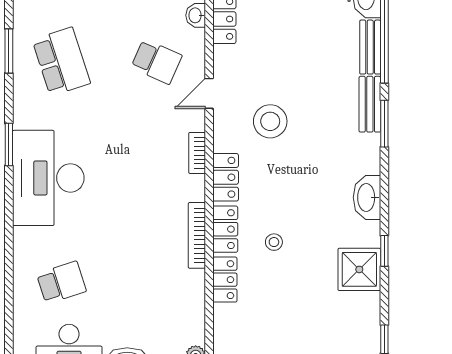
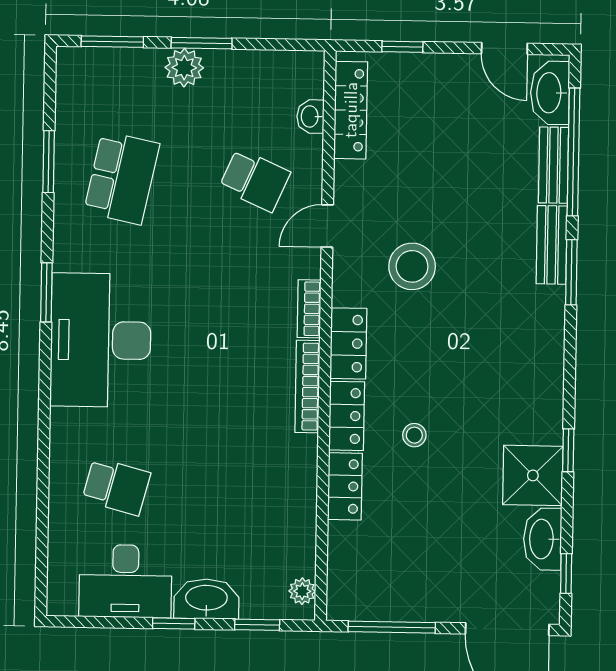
school desk: (61, 62) -> (122, 178), turned 30
washbasin: (367, 197) -> (543, 539), moved
bookcase: (197, 235) -> (307, 387), moved
school desk: (61, 282) -> (116, 486), turned 33

